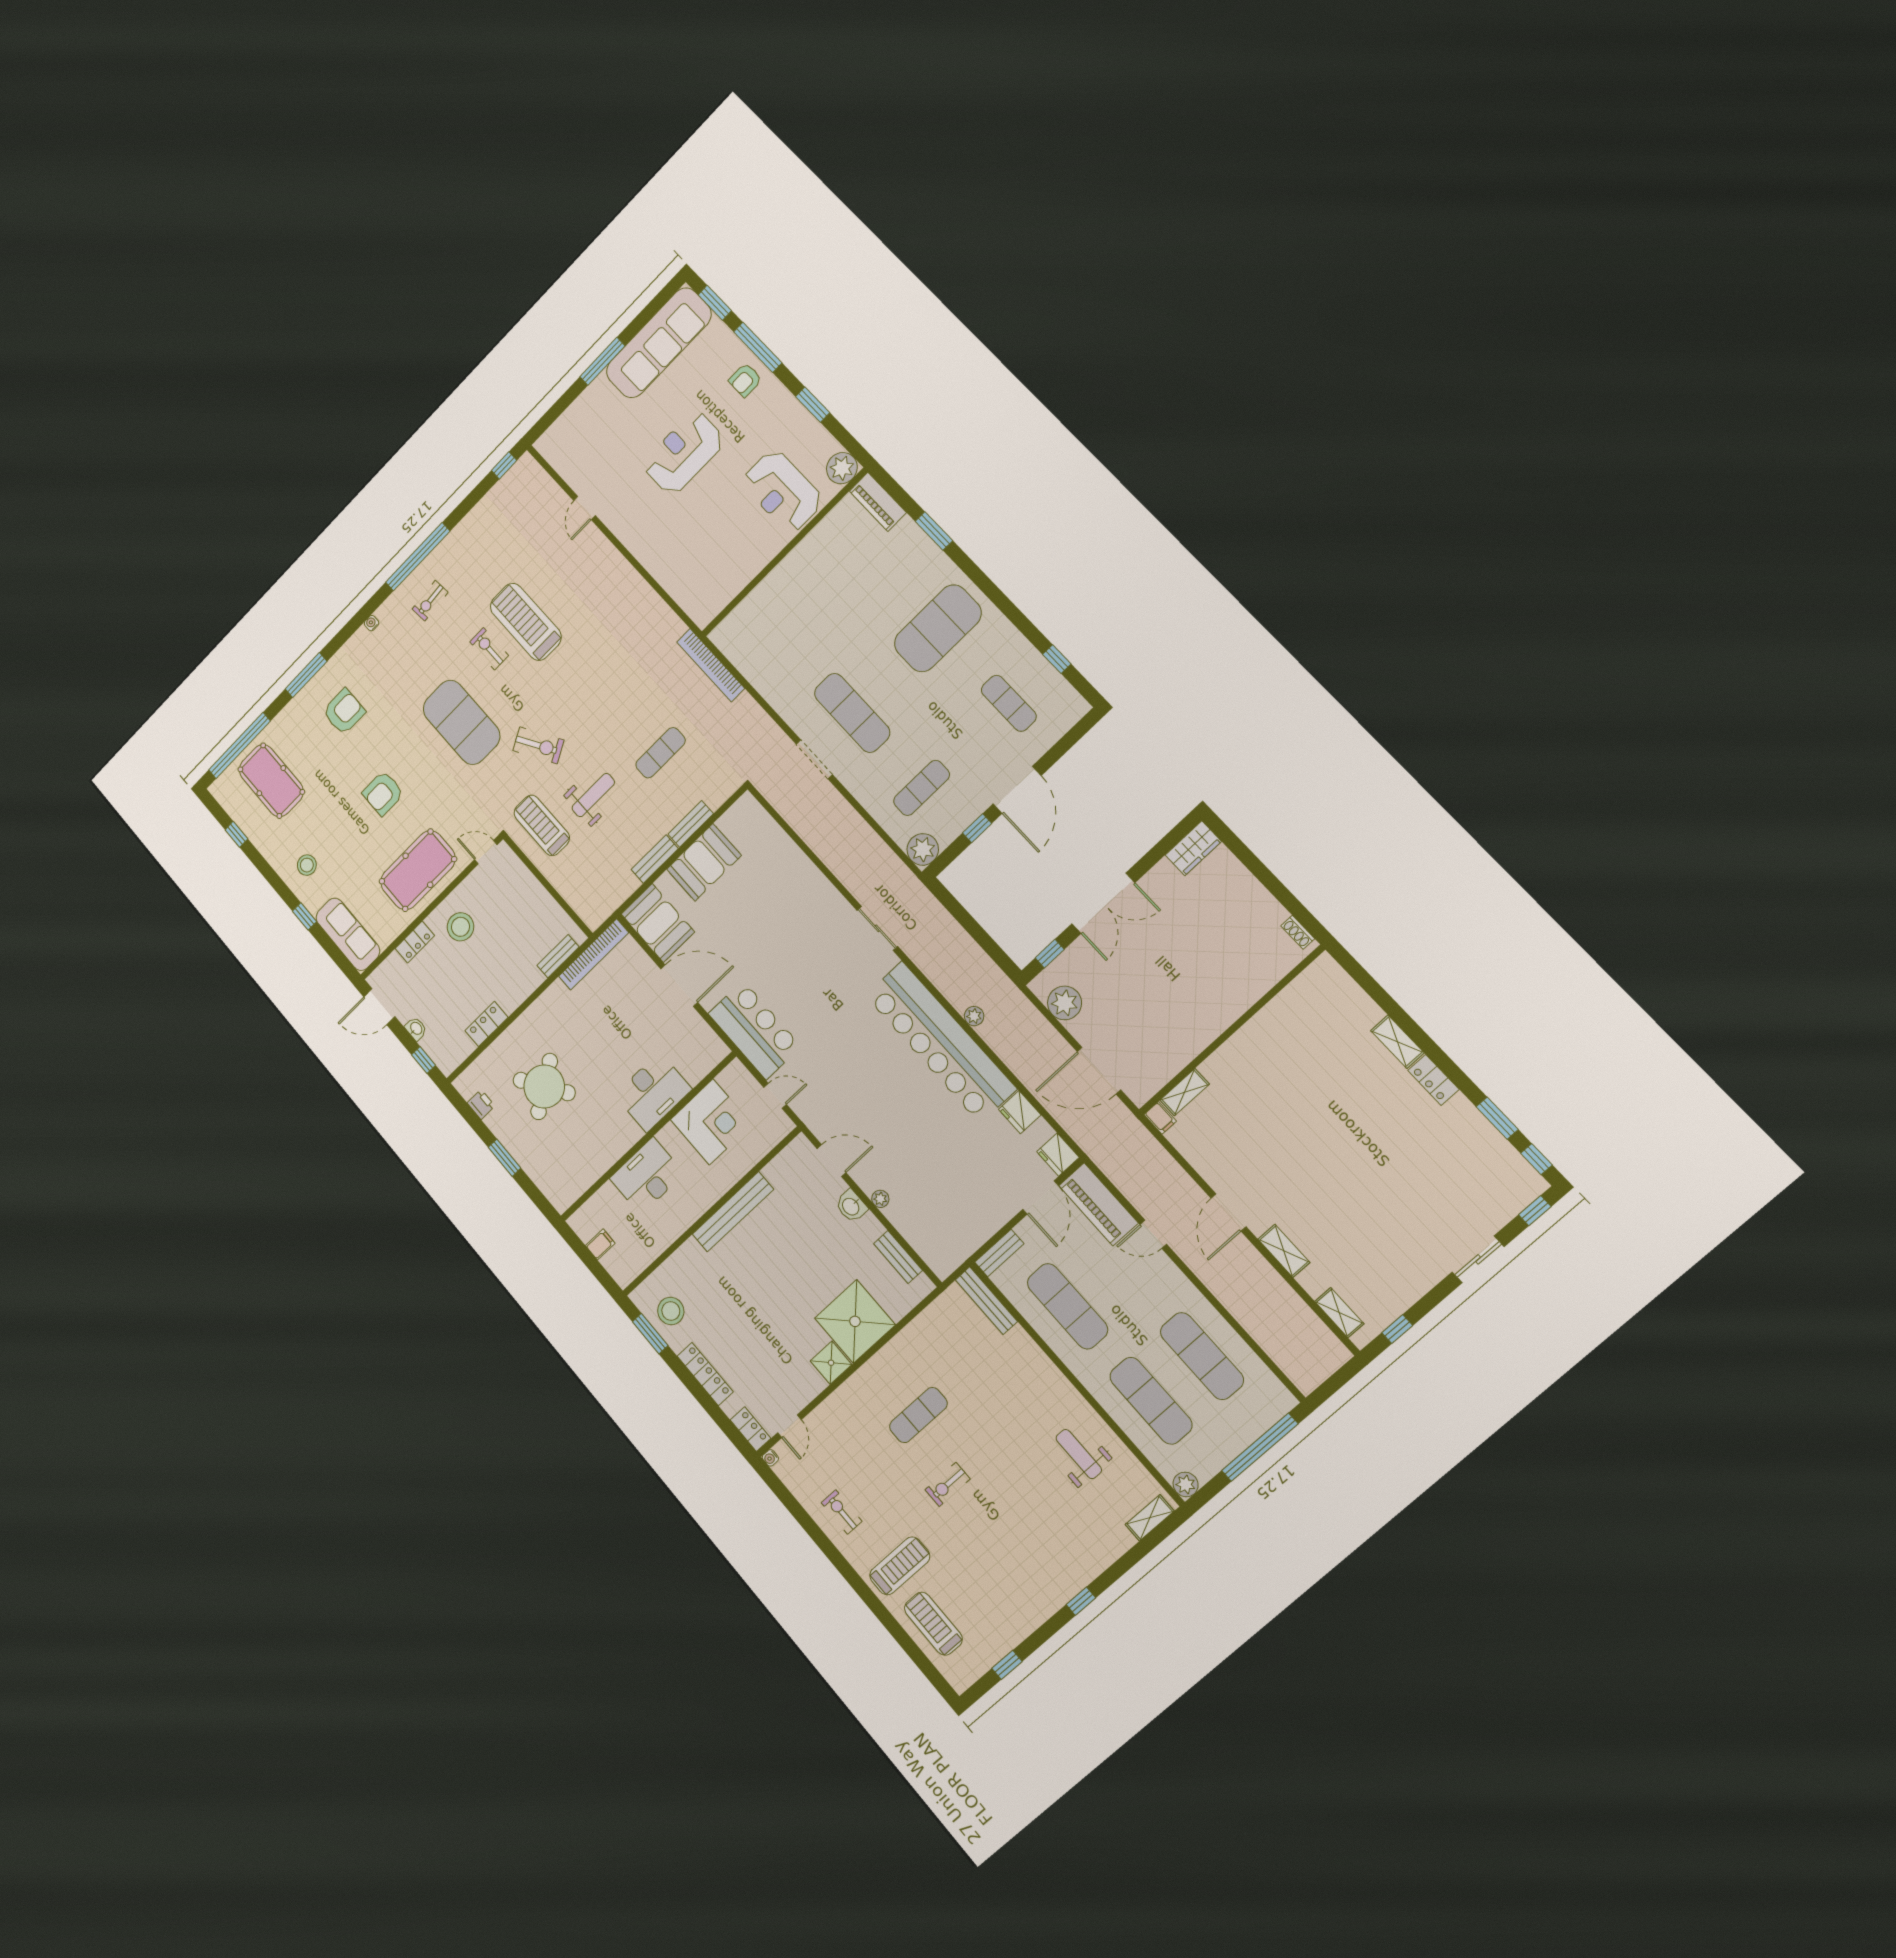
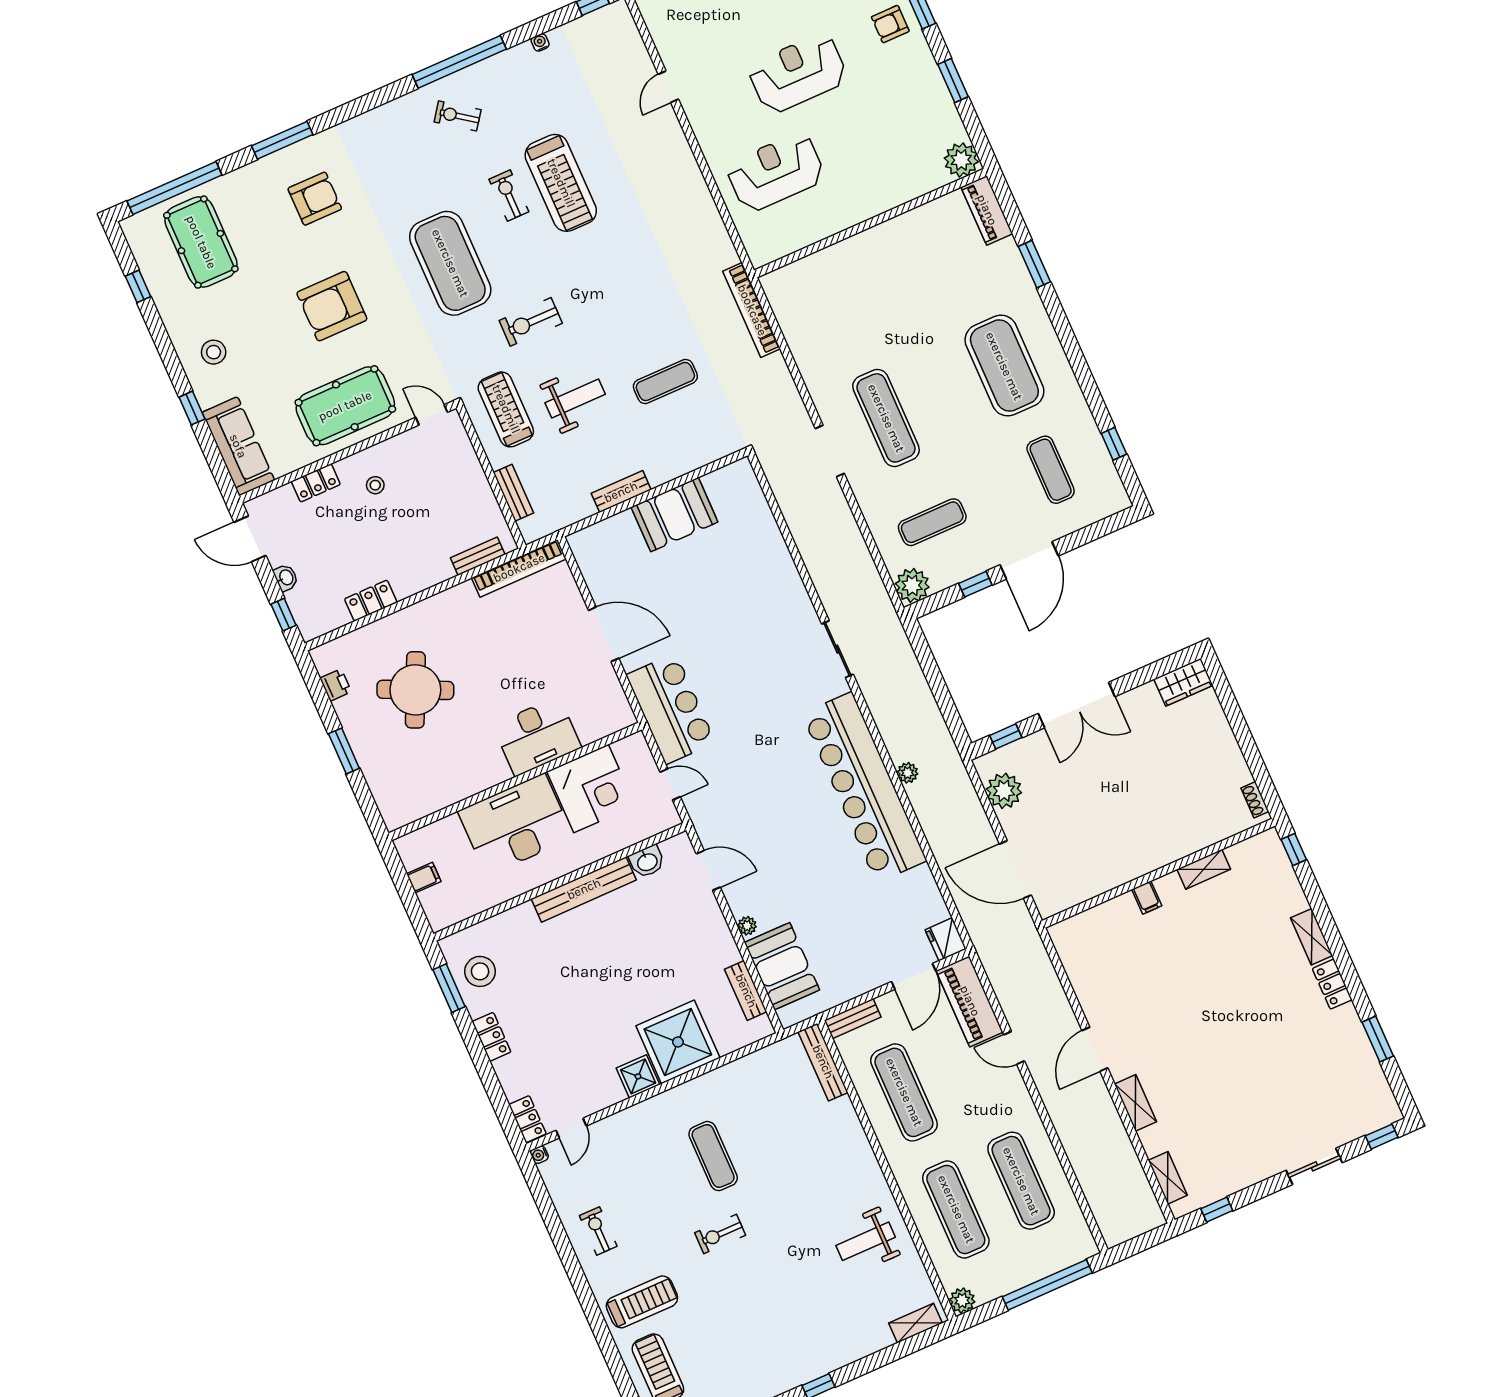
reception desk: (782, 491) -> (776, 172), moved, turned 90
exercise bike: (430, 601) -> (458, 116), turned 41
treadmill: (526, 622) -> (561, 183), turned 180
water cooler: (372, 623) -> (540, 42), moved
exercise mat: (938, 628) -> (1004, 366), turned 90
exercise bike: (538, 745) -> (531, 322), turned 120
armchair: (383, 793) -> (332, 306), width x1.36, depth x1.36
bench: (691, 824) -> (513, 493), moved, turned 90
booth: (658, 923) -> (782, 966), moved
stool: (460, 927) -> (375, 485), width x0.53, depth x0.53
round table: (544, 1086) -> (415, 690), turned -31
shelving: (1185, 1092) -> (1204, 869), moved
fridge: (1020, 1112) -> (921, 885), removed
filing cabinet: (1160, 1118) -> (1147, 898), moved
window: (1536, 1159) -> (1294, 850), moved
desk: (647, 1176) -> (516, 825), width x1.36, depth x1.30
washbasin: (851, 1206) -> (647, 862), moved, turned -90
locker: (705, 1374) -> (491, 1037), width x0.66
exercise mat: (918, 1415) -> (713, 1156), turned 90
weight bench: (1079, 1454) -> (866, 1241), turned -90

